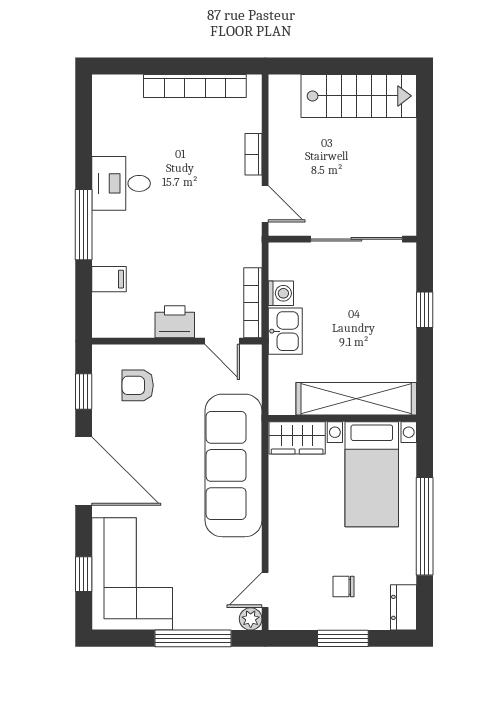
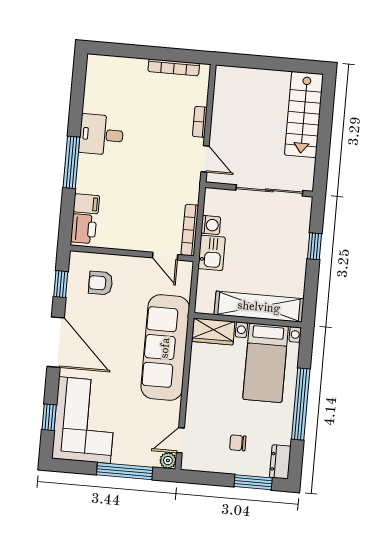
bookcase: (195, 86) -> (174, 67), width x0.68, depth x0.76
stairs: (359, 96) -> (304, 115), moved, turned 90
printer: (175, 322) -> (84, 229), moved, turned 90
window: (343, 638) -> (253, 482), moved

